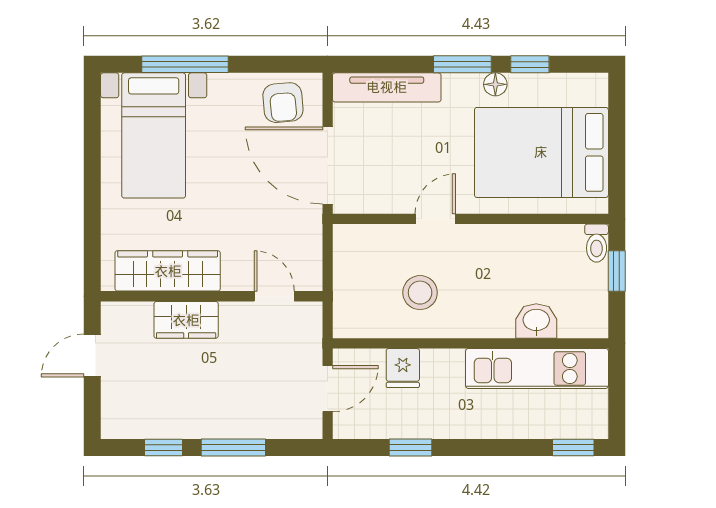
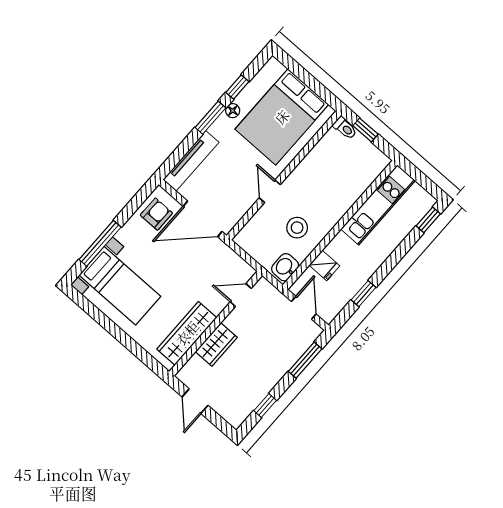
armchair: (283, 103) -> (156, 214), turned -85
washbasin: (536, 321) -> (285, 267), moved
window: (233, 448) -> (305, 360), moved

